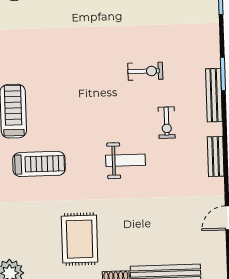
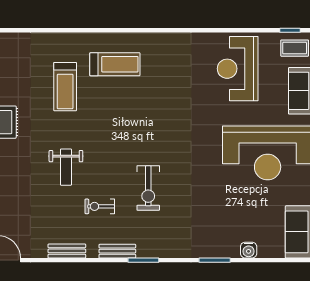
exercise bike: (145, 71) -> (148, 188), width x1.38, depth x1.39
bench: (214, 95) -> (117, 251), width x0.73

